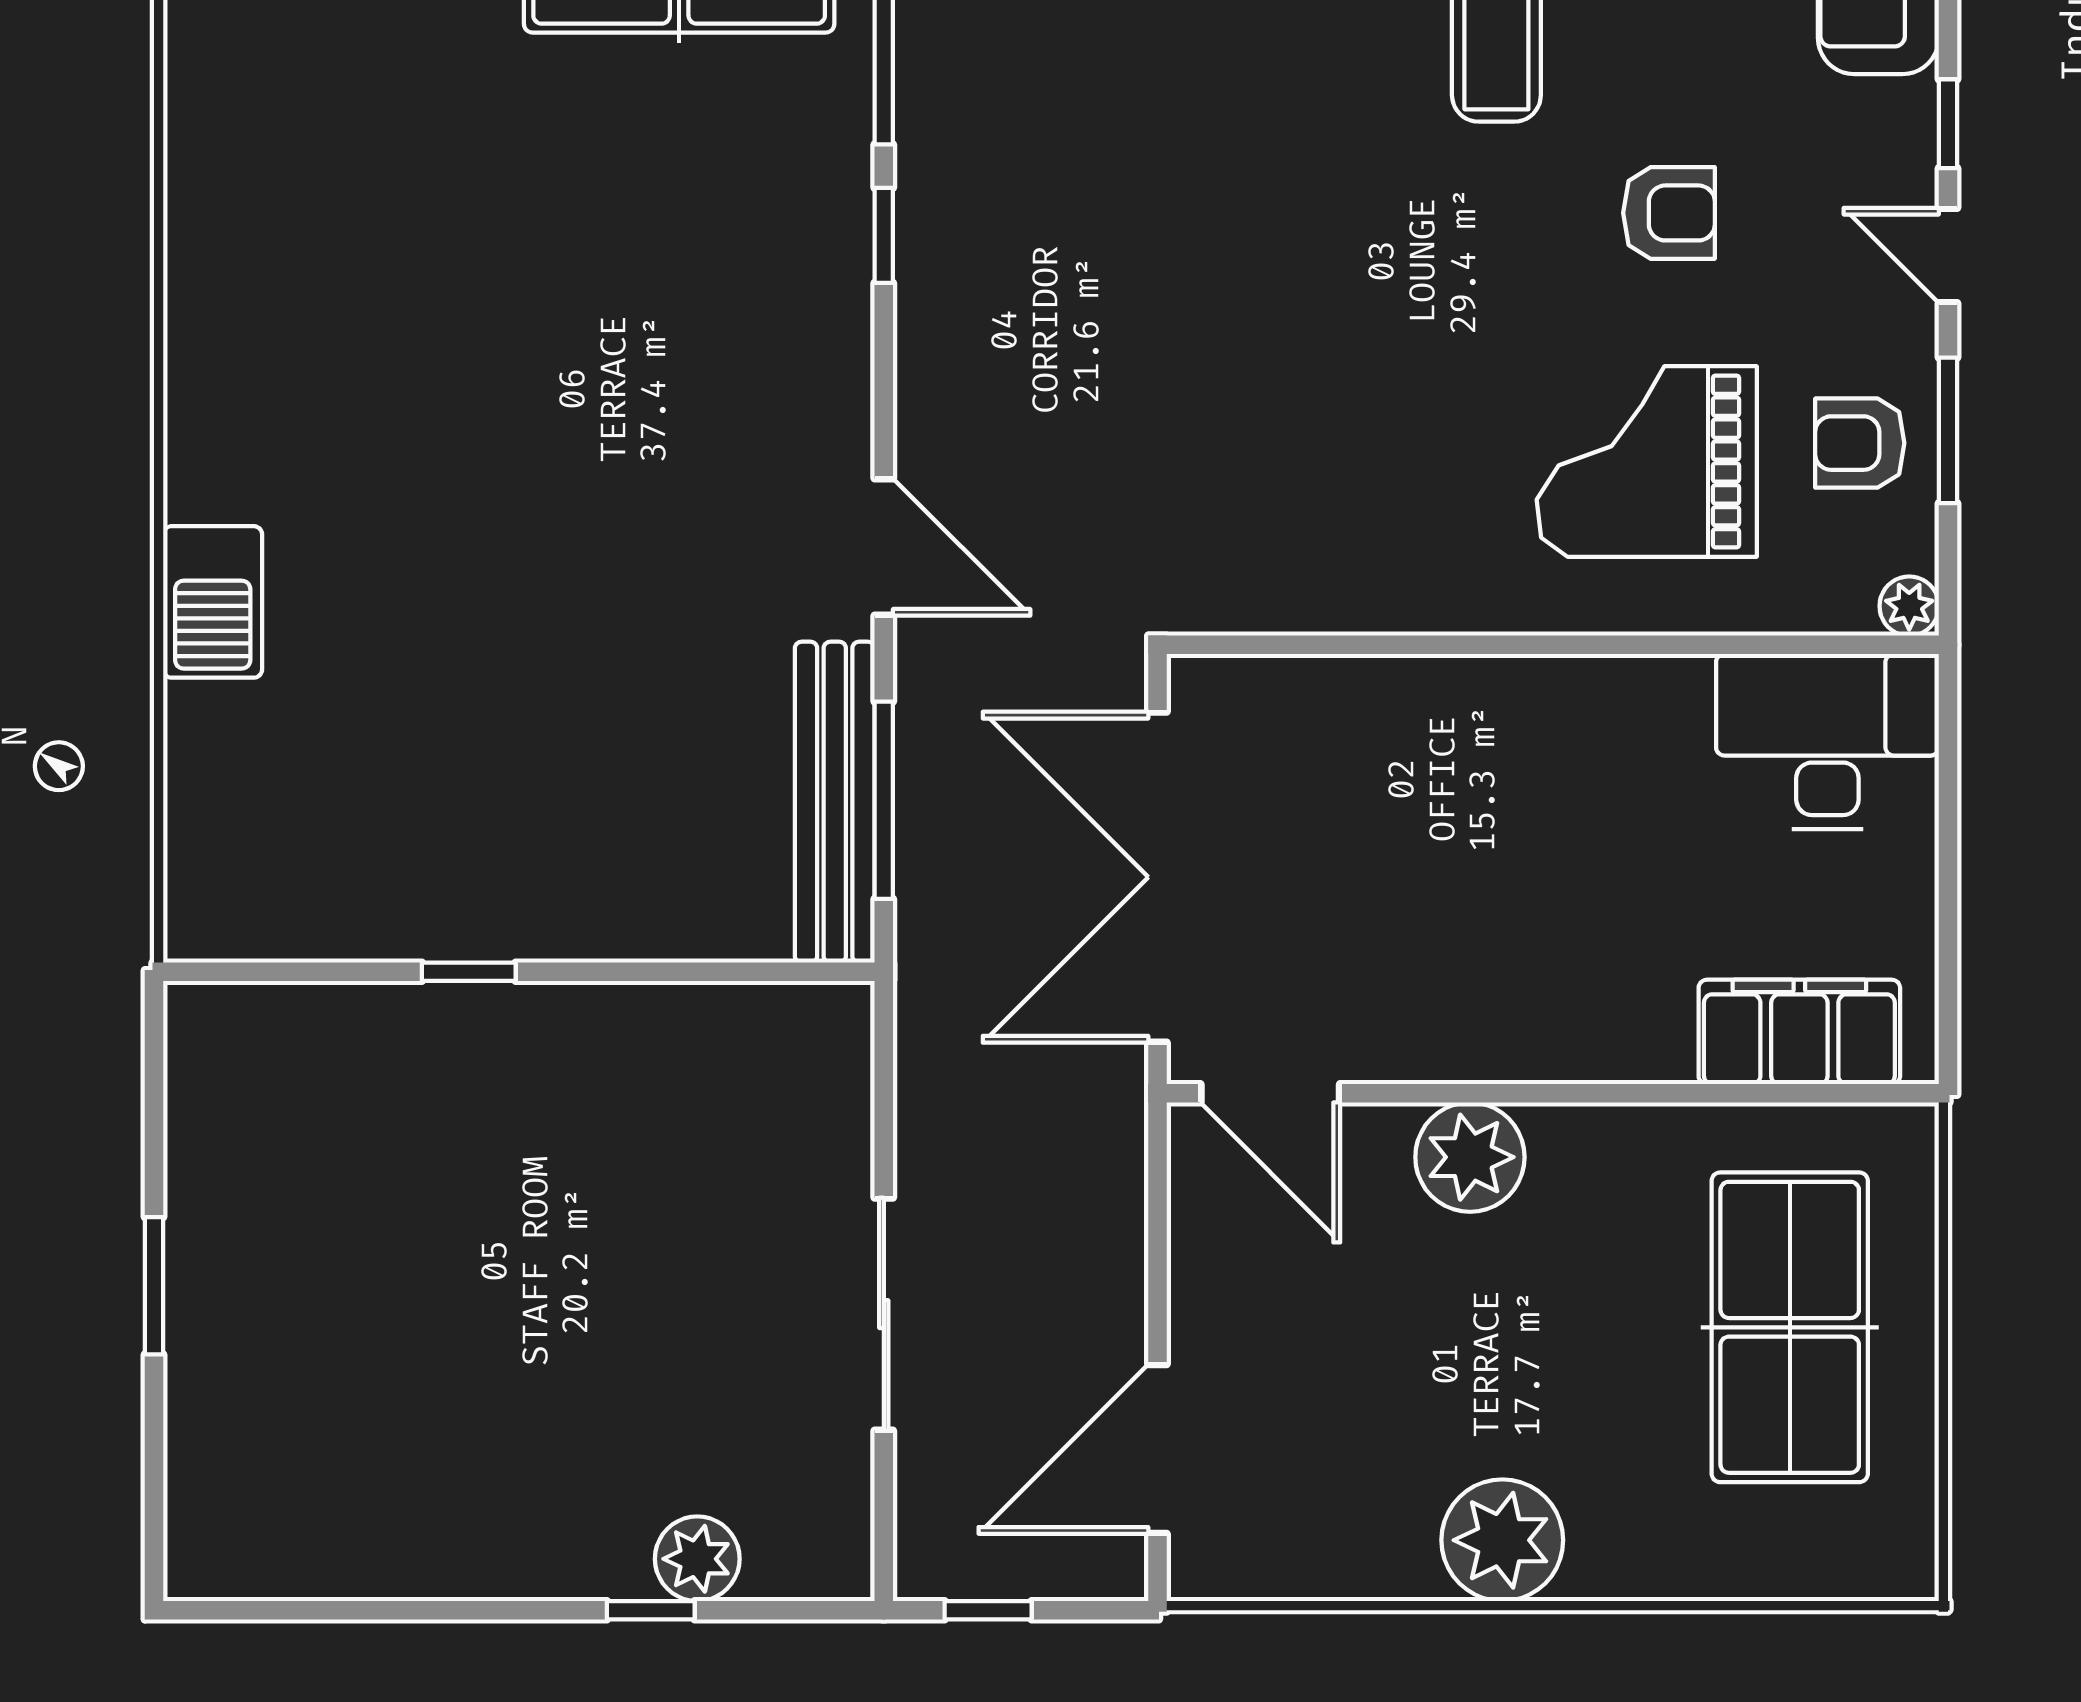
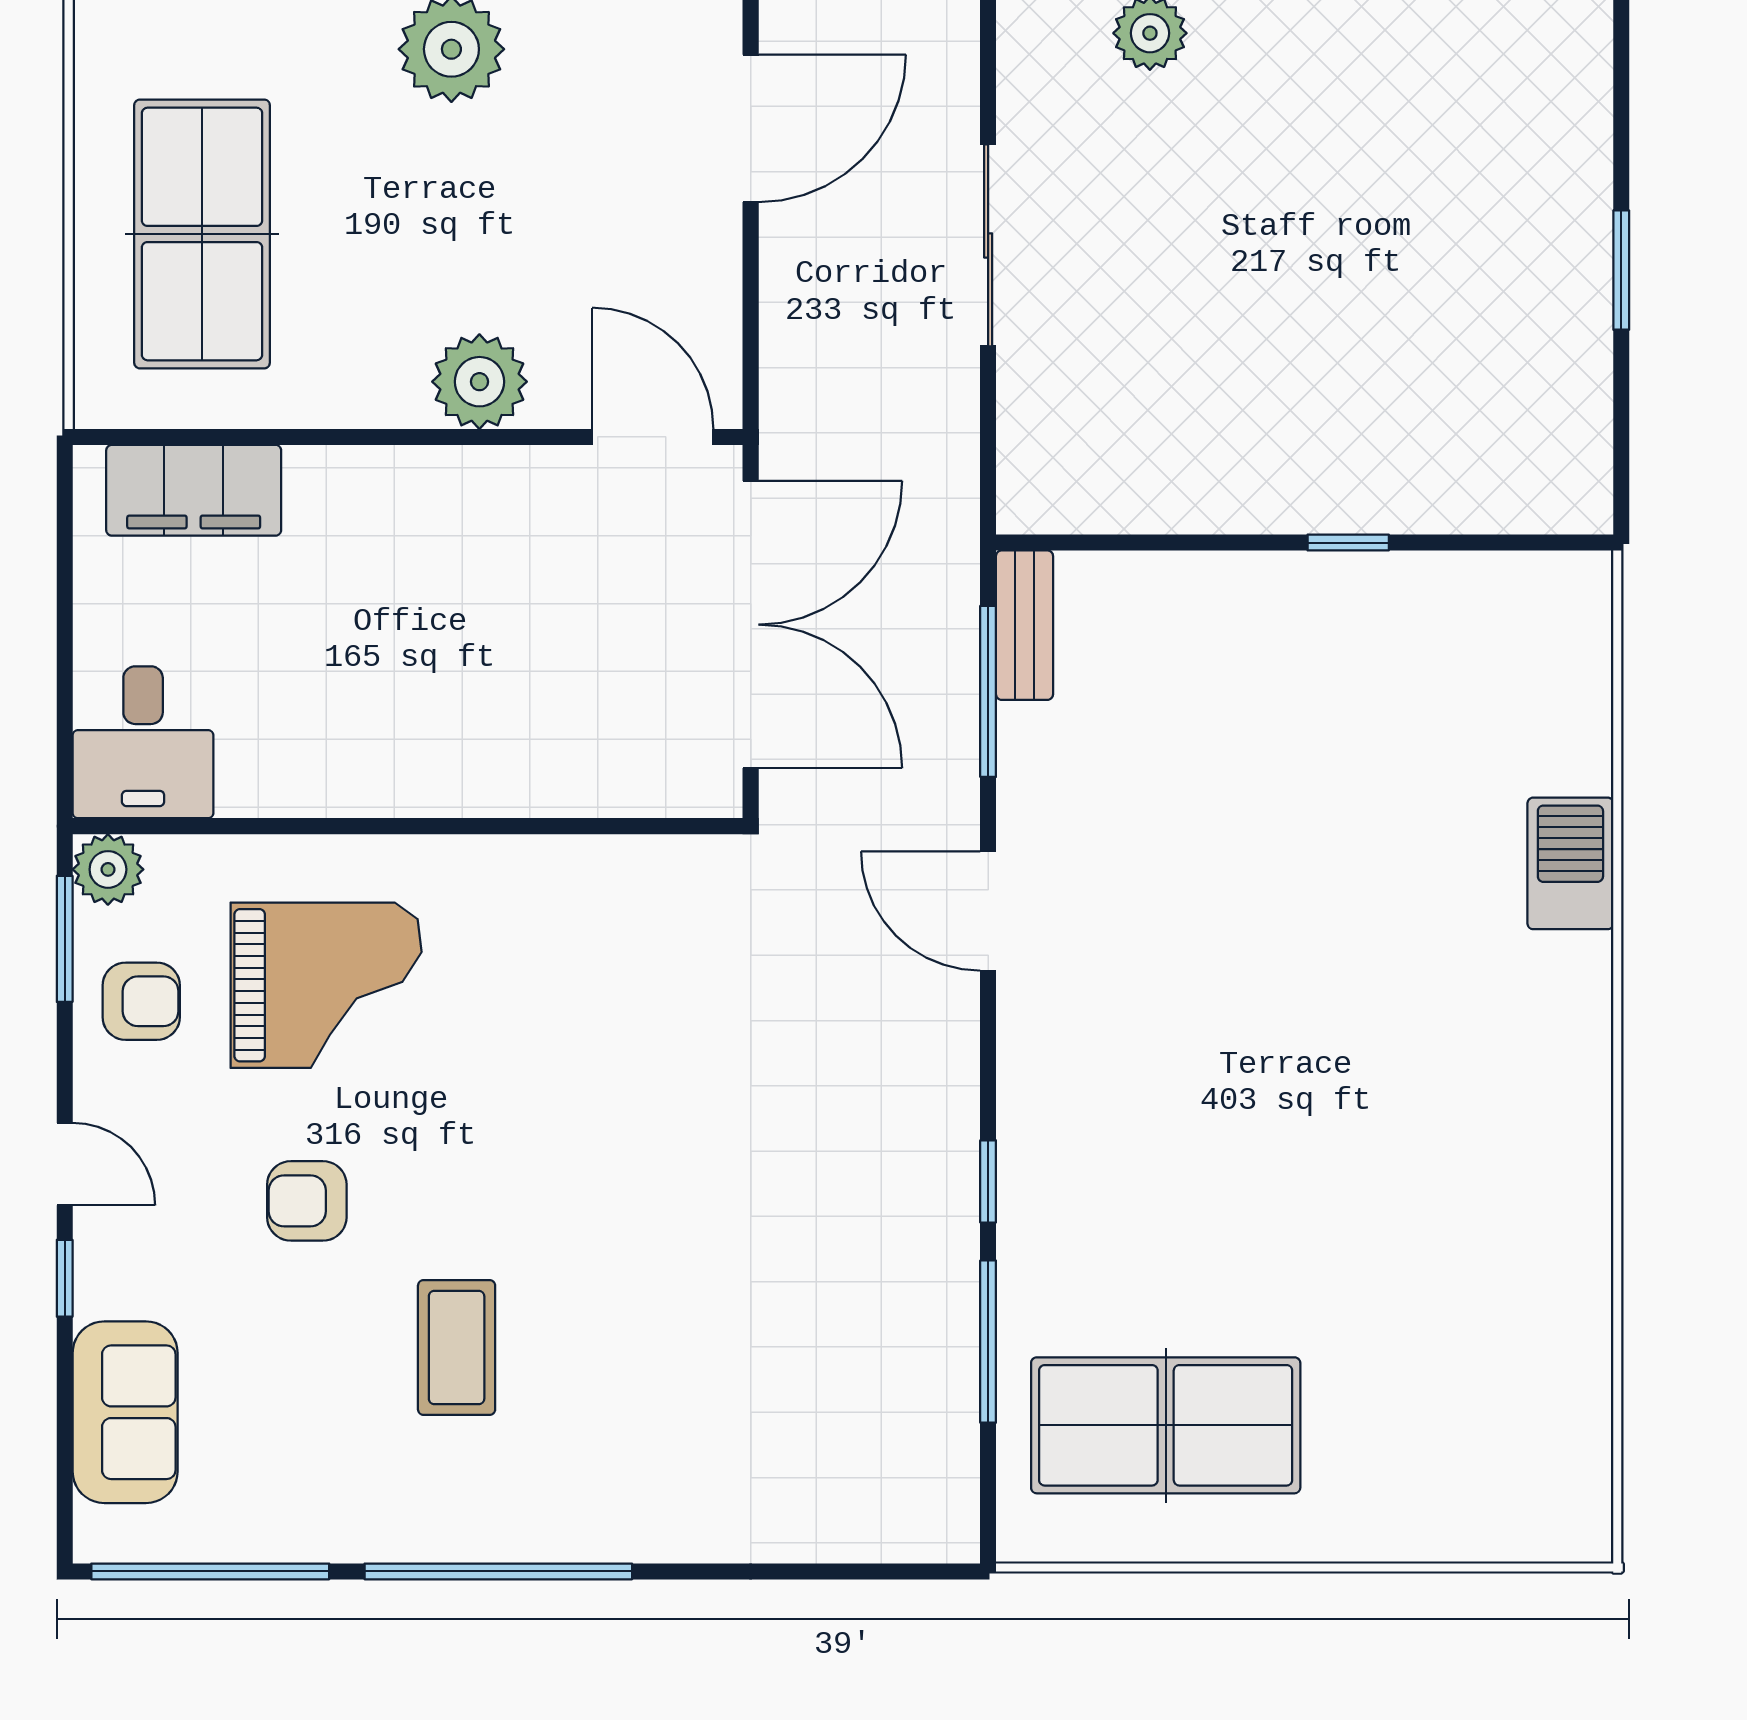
window: (1948, 430) -> (65, 939), moved
plant: (1909, 606) -> (108, 869), width x1.38, depth x1.38
desk: (1827, 742) -> (143, 742), width x0.73
bench: (835, 802) -> (1025, 625), width x0.54, depth x0.82

